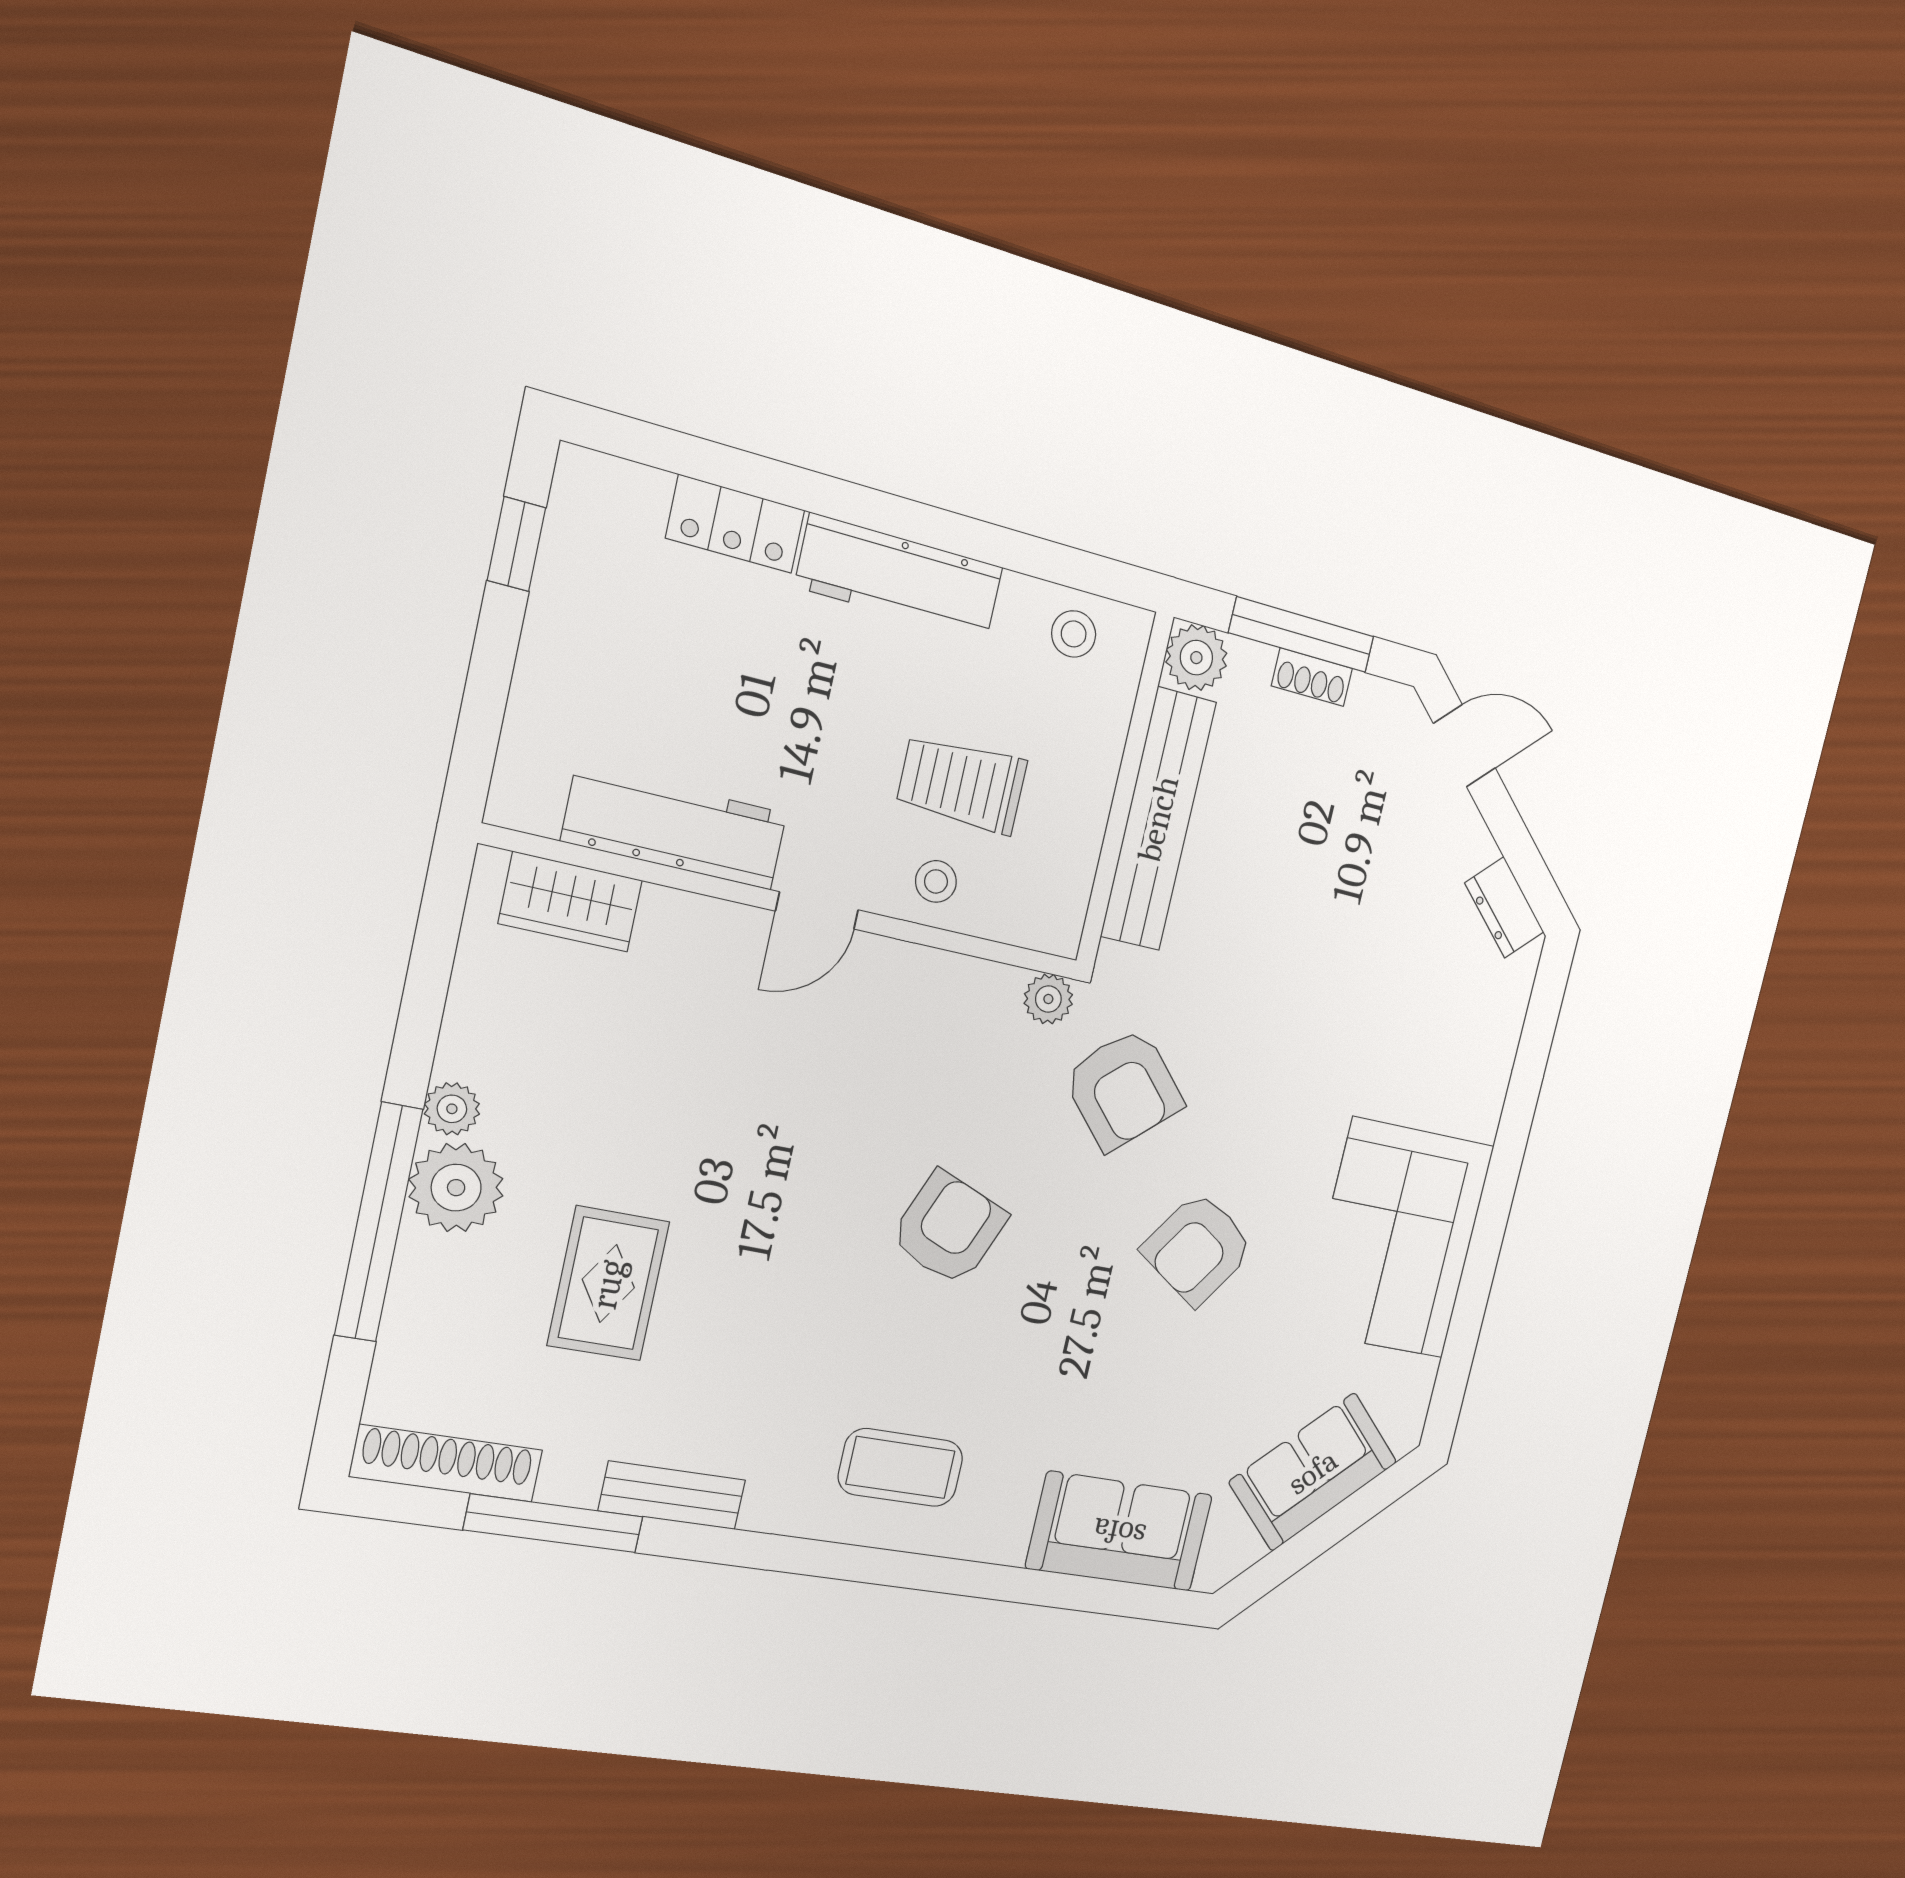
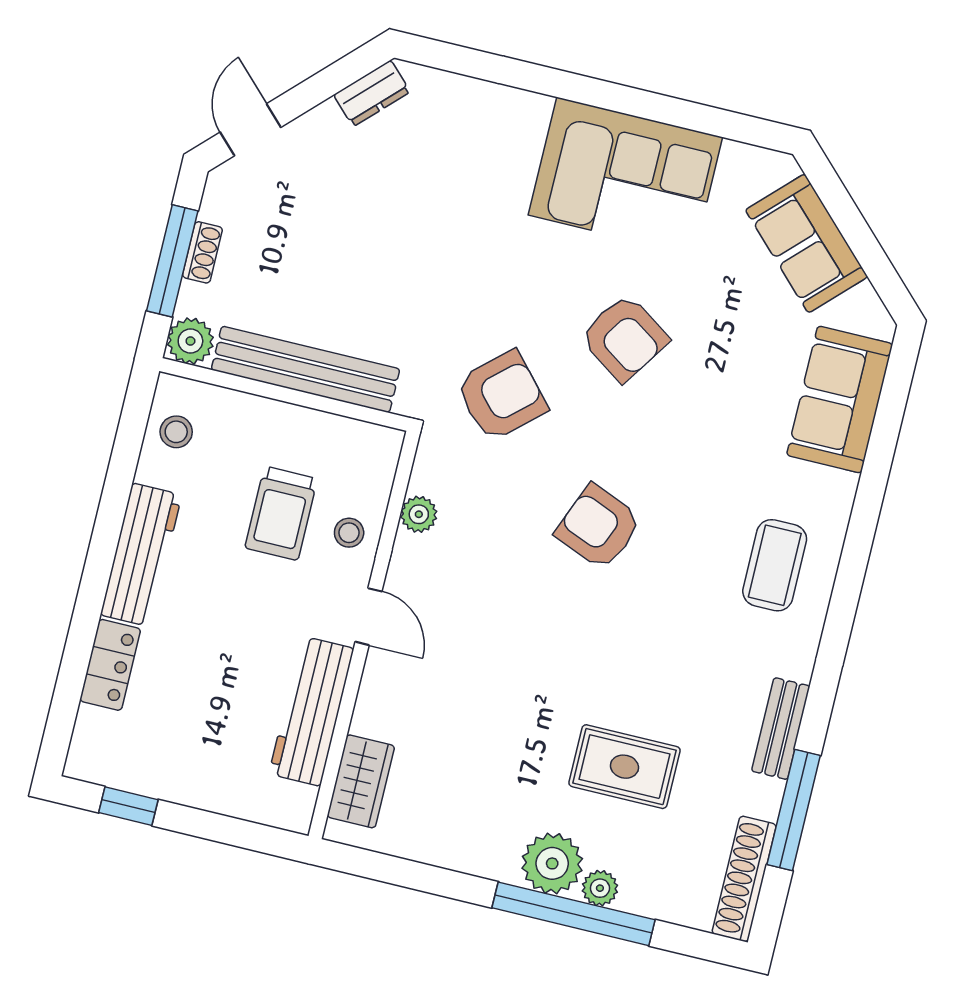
plant: (1048, 999) -> (419, 514), moved
plant: (452, 1109) -> (600, 888), moved

